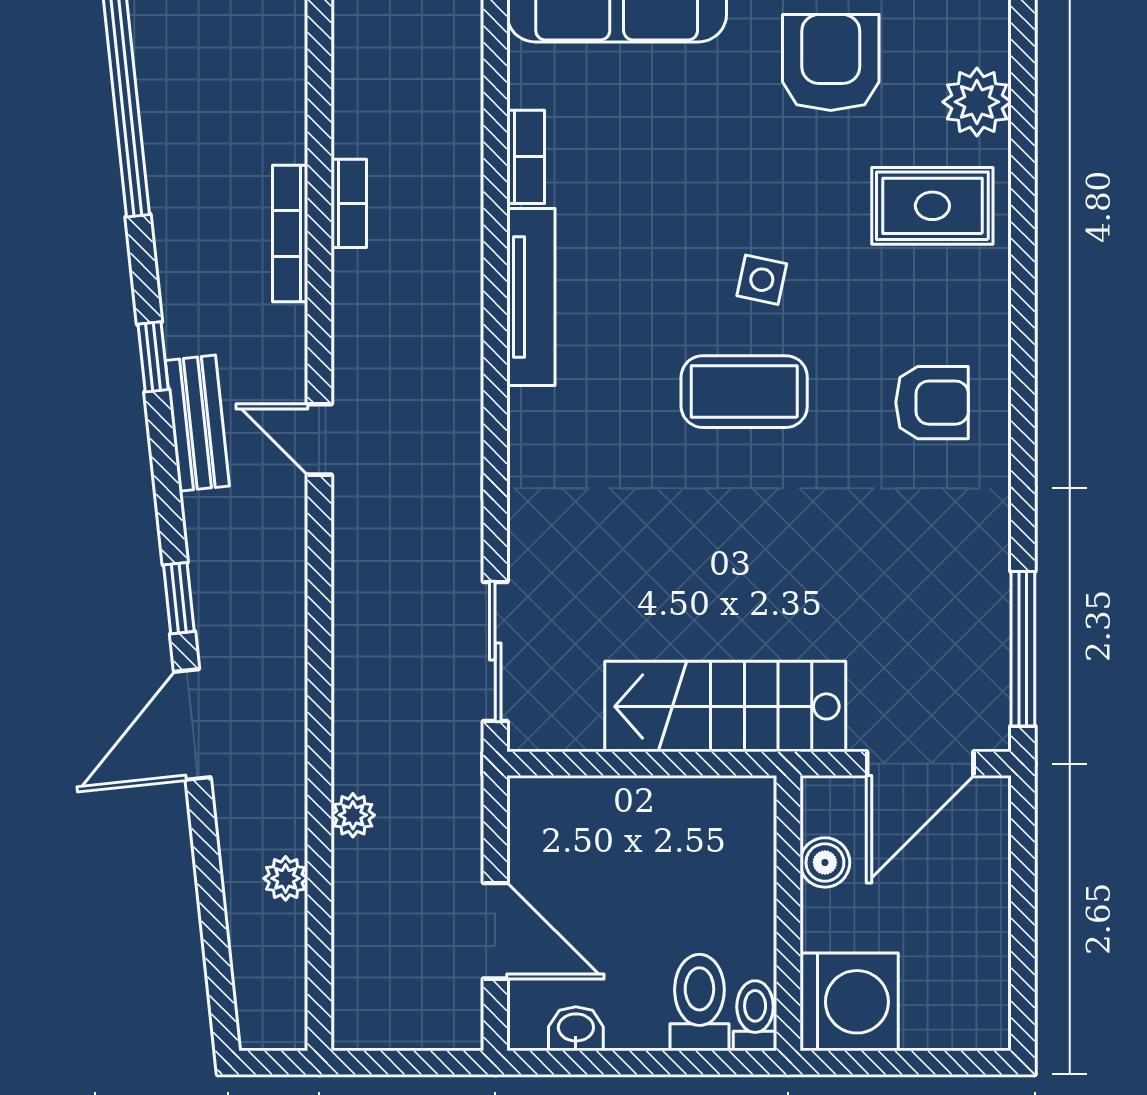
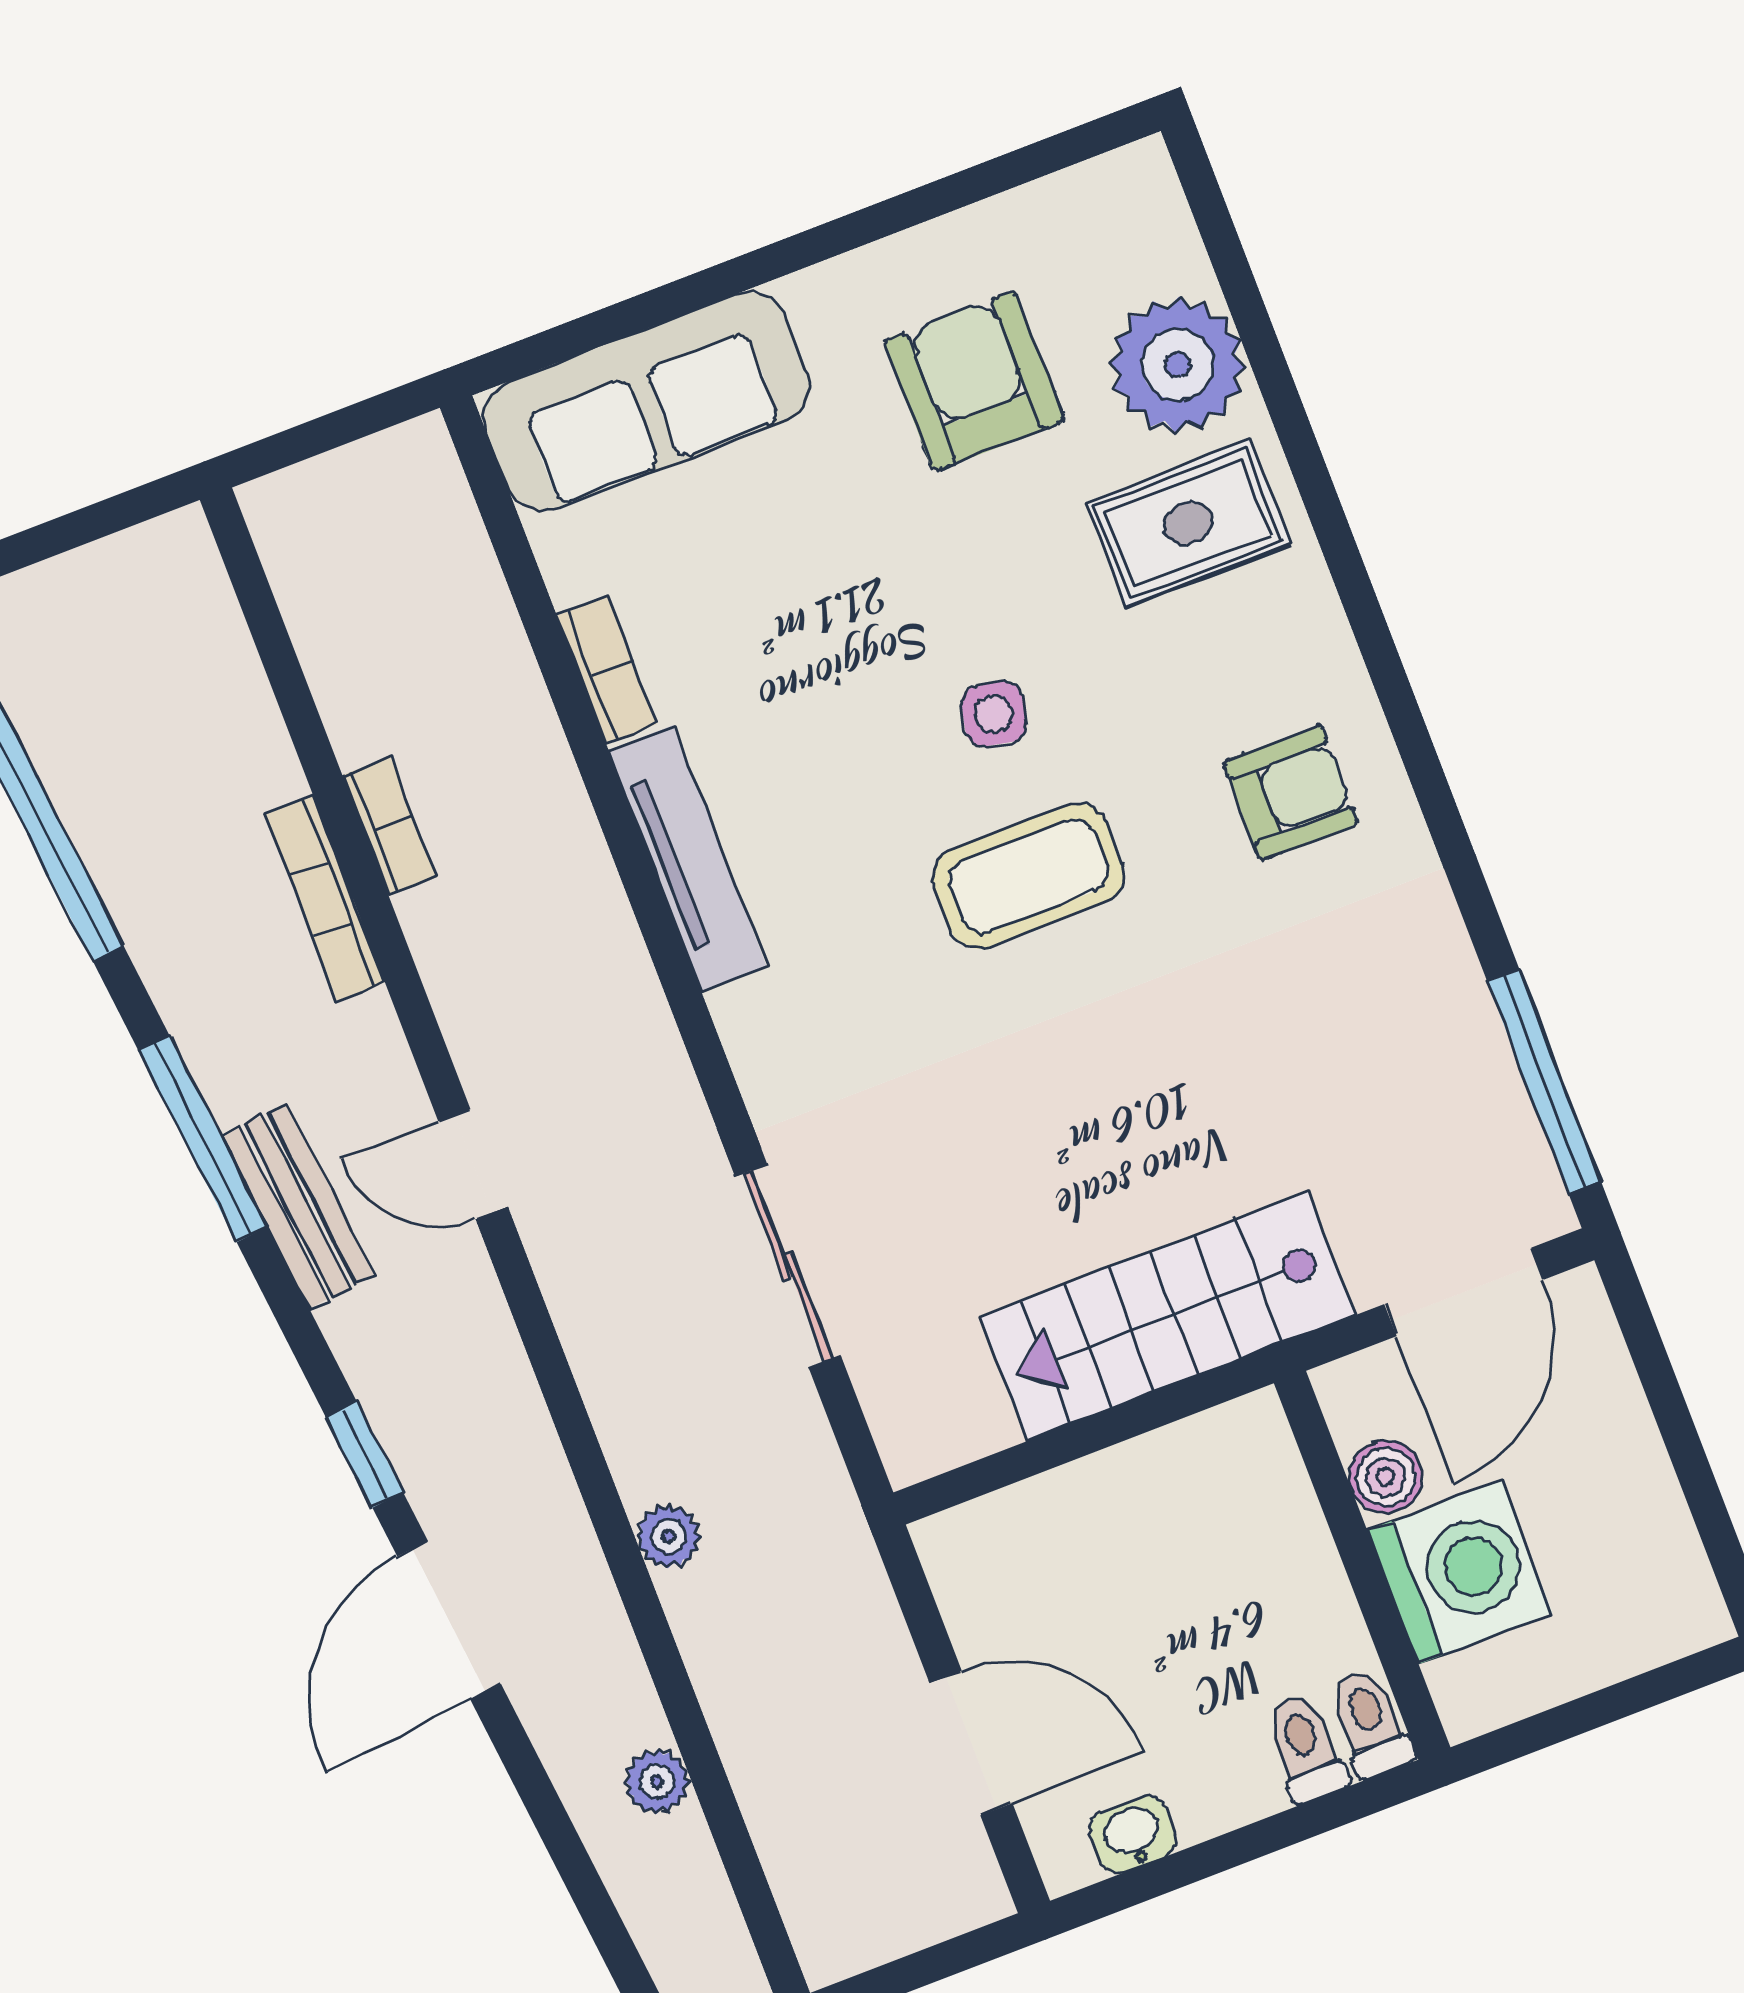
plant: (977, 102) -> (1177, 365), width x1.36, depth x1.36
window: (153, 357) -> (203, 1138), width x2.17
sliding door: (495, 652) -> (788, 1266), moved
plant: (353, 815) -> (669, 1536), moved
toilet: (699, 1002) -> (1306, 1748), width x0.73, depth x0.72
washing machine: (849, 1002) -> (1460, 1572), moved

